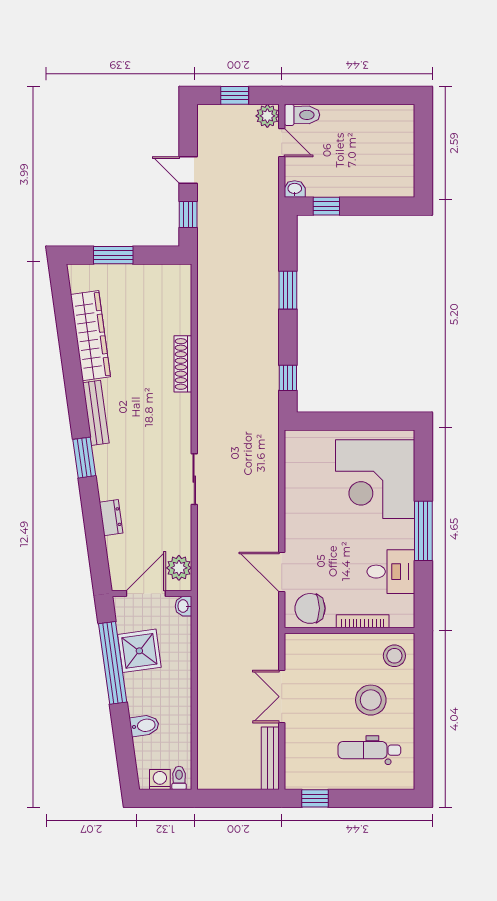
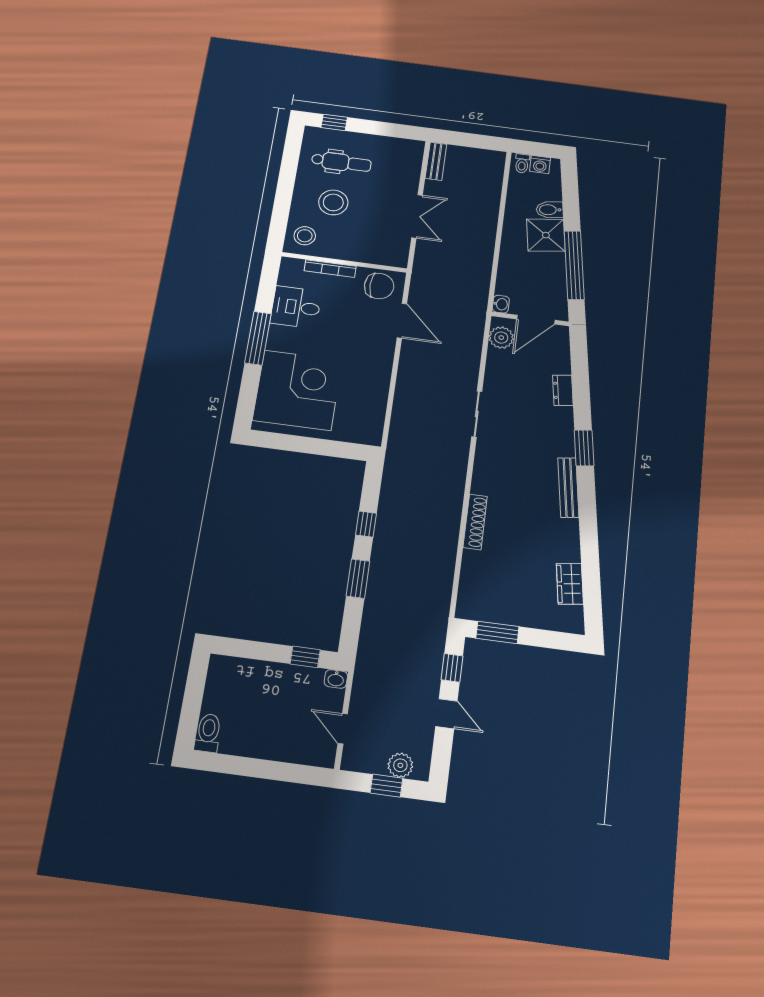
toilet: (302, 115) -> (208, 733), moved, turned 90
plant: (267, 116) -> (400, 765), moved
window: (113, 255) -> (497, 632), moved
wardrobe: (90, 336) -> (570, 584), width x0.48, depth x0.85
window: (288, 378) -> (366, 524), moved
shower: (139, 651) -> (546, 235), moved
bench: (270, 758) -> (436, 161), width x0.73
window: (315, 798) -> (334, 122), moved

